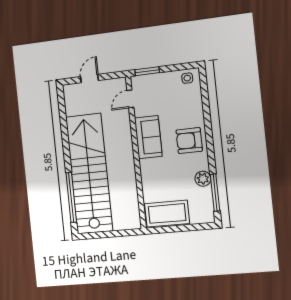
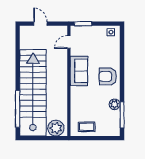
door: (89, 79) -> (40, 24), hinge flipped
coffee table: (167, 214) -> (87, 127), width x0.54, depth x0.58
plant: (125, 219) -> (56, 128), added

